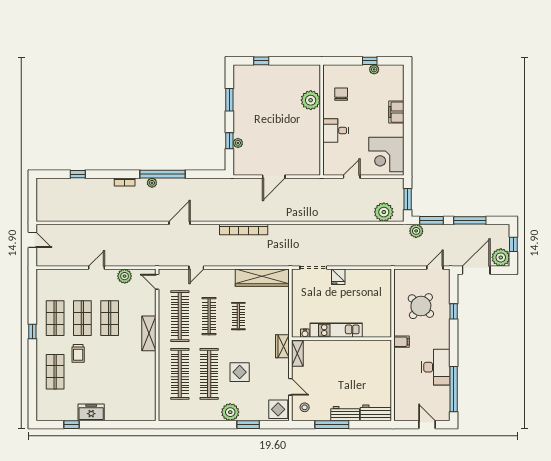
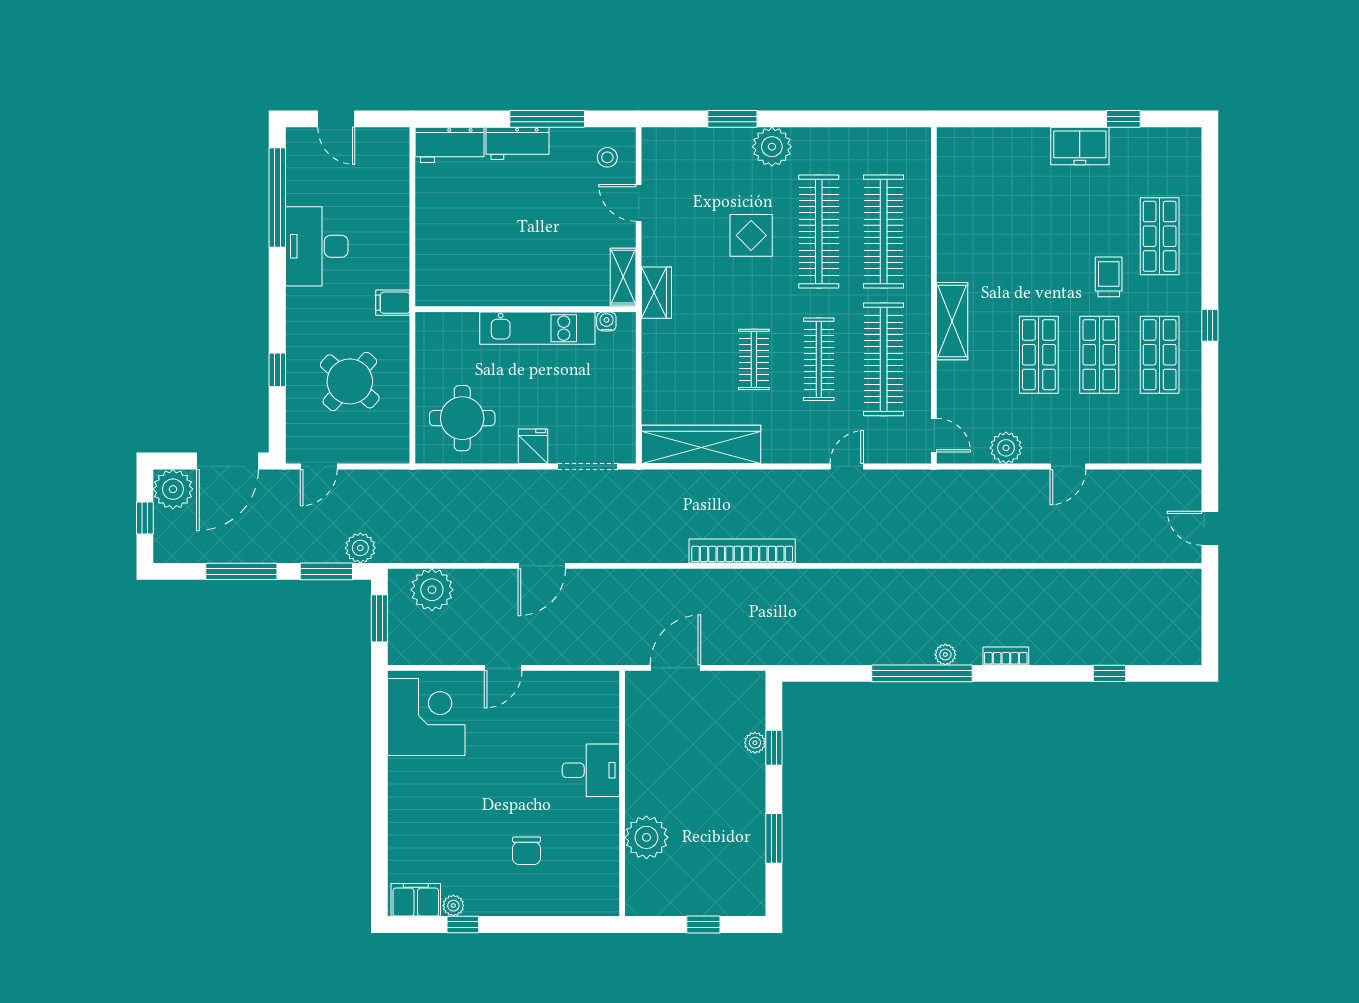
plant: (311, 100) -> (646, 837), moved
filing cabinet: (396, 112) -> (416, 900), moved, turned -90
wall: (322, 120) -> (622, 793), moved
desk: (336, 131) -> (591, 770), moved
door: (180, 223) -> (542, 566), moved
round table: (370, 290) -> (462, 418), added
display table: (278, 409) -> (666, 153), removed

